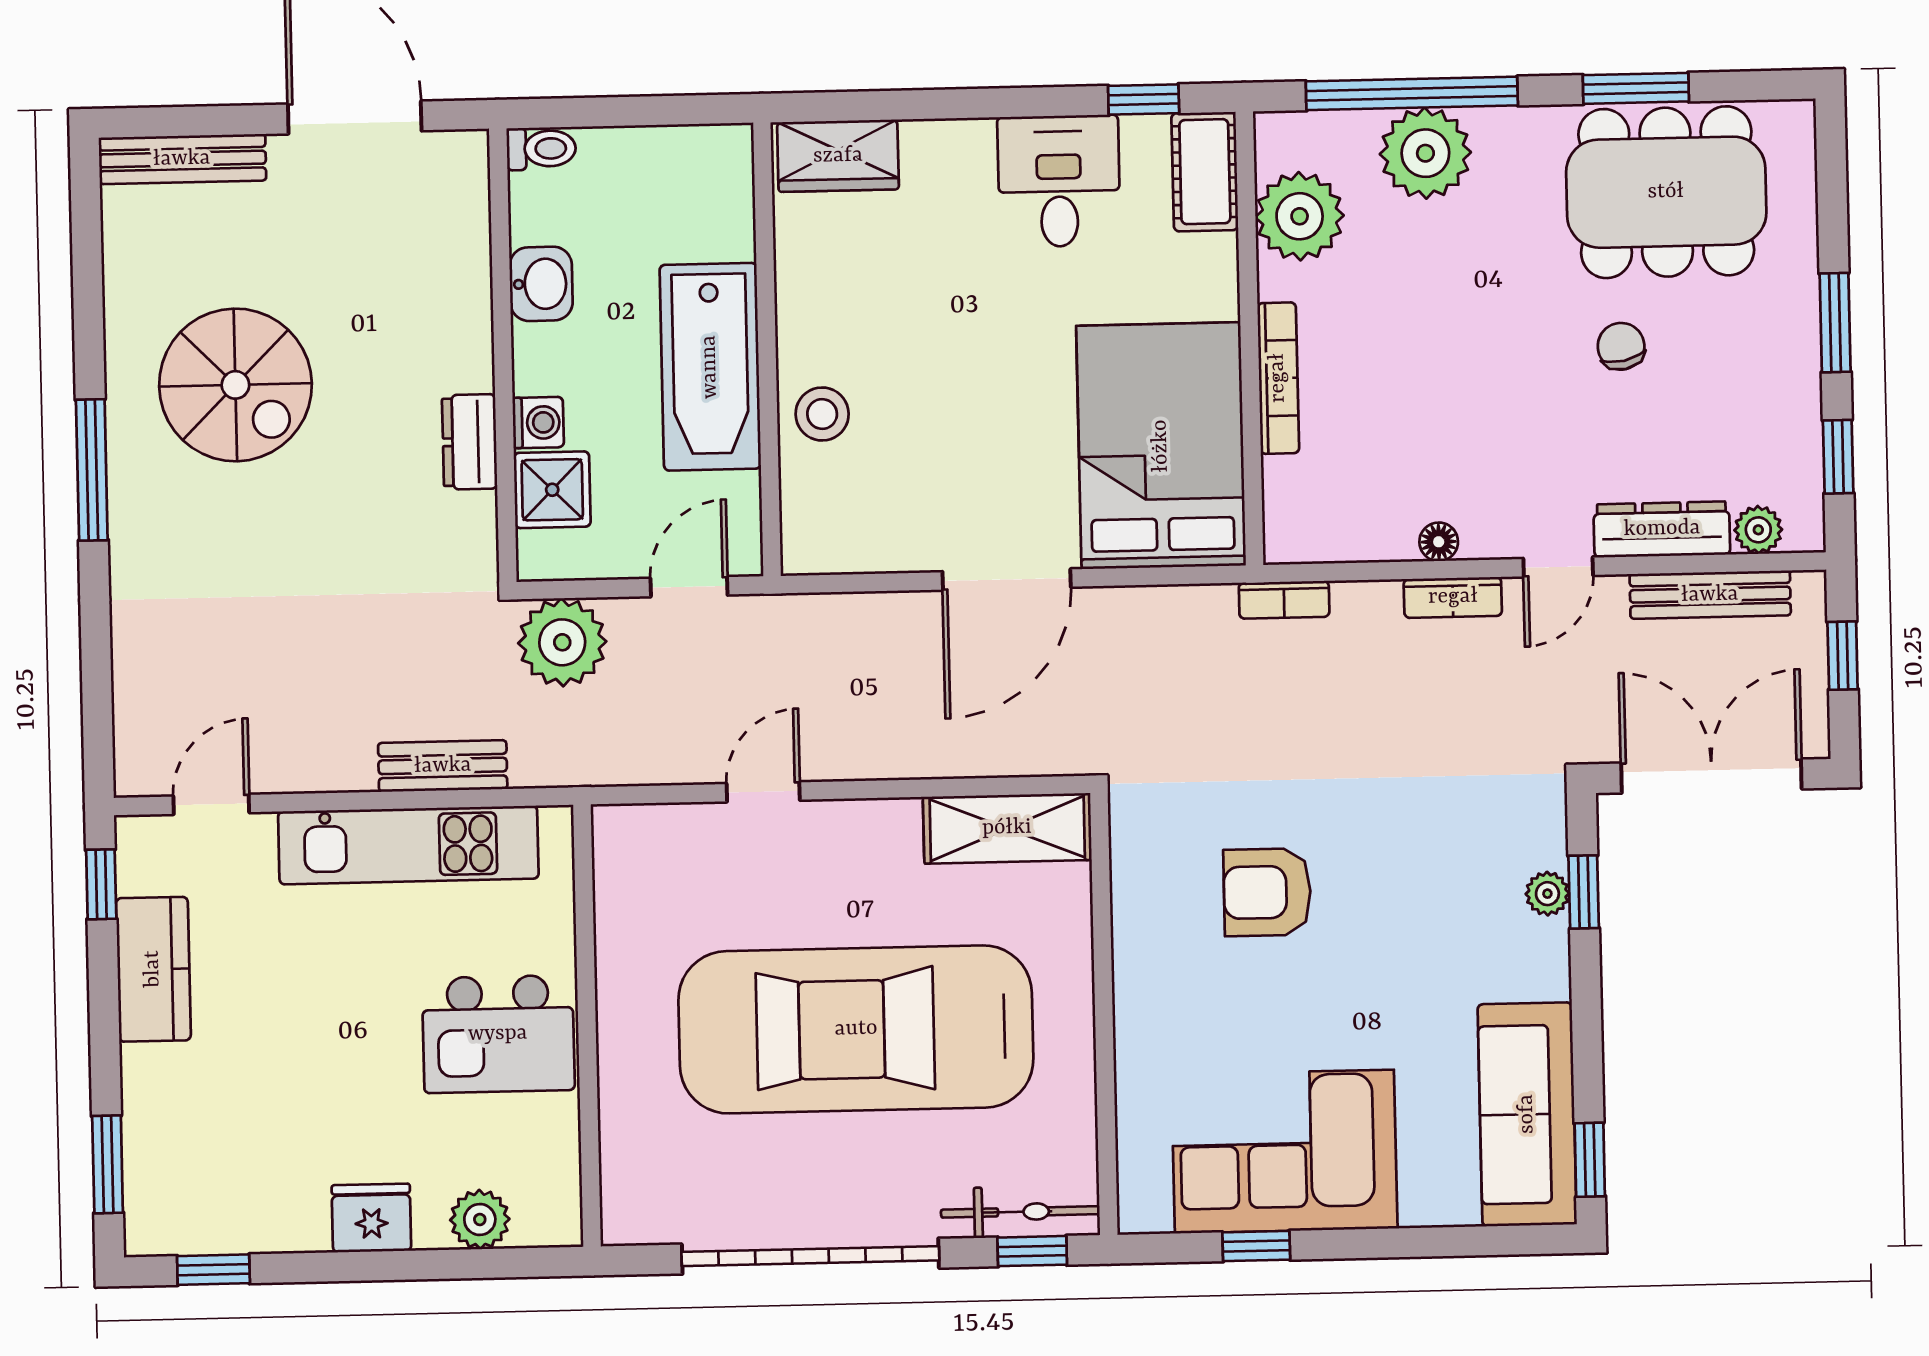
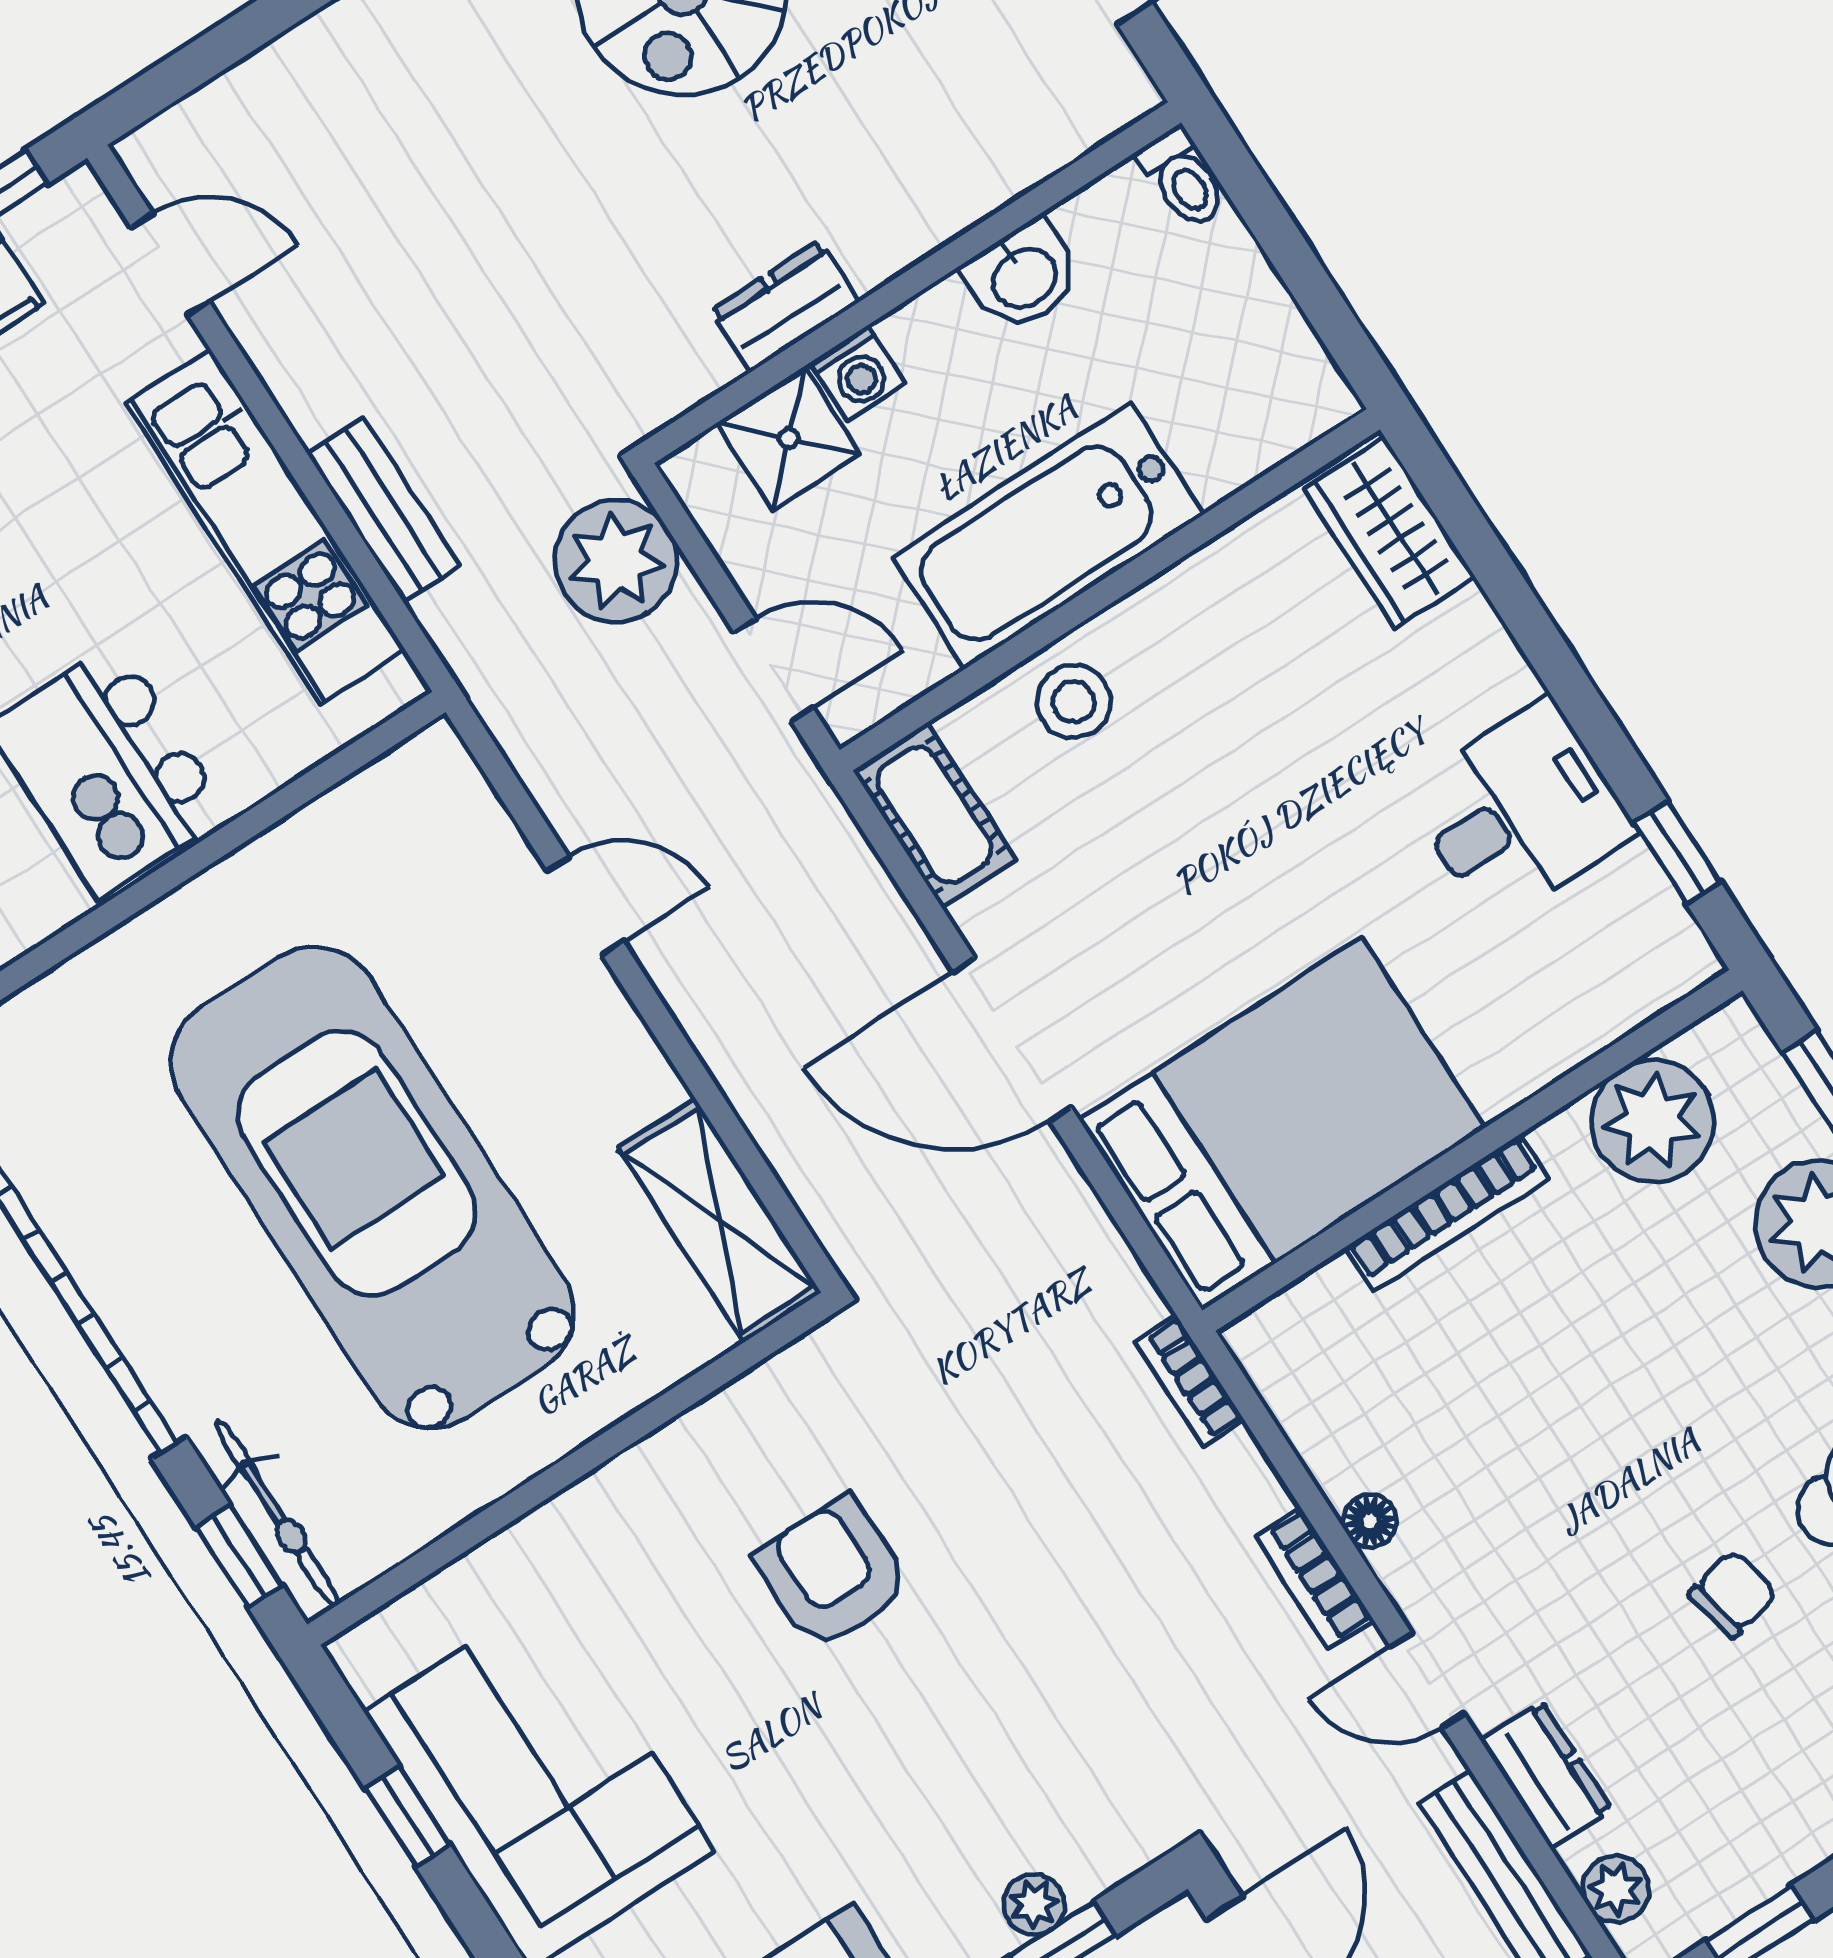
cot: (1205, 172) -> (934, 815), moved, turned 90
dresser: (1662, 529) -> (1546, 1775), width x0.70

